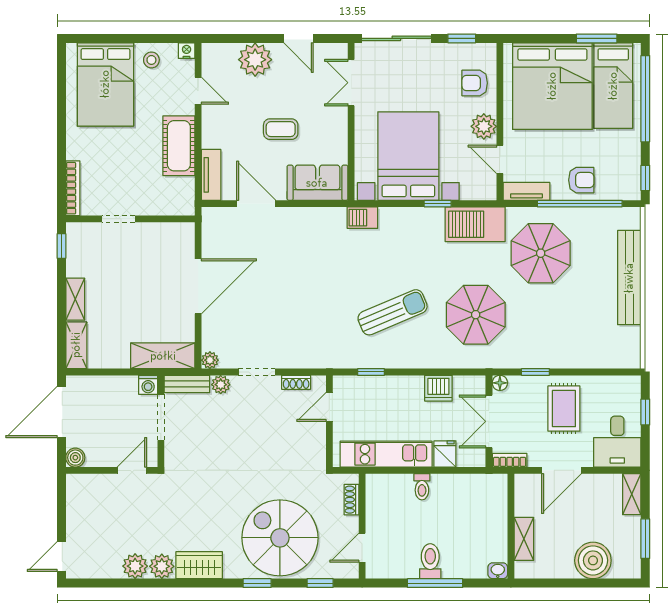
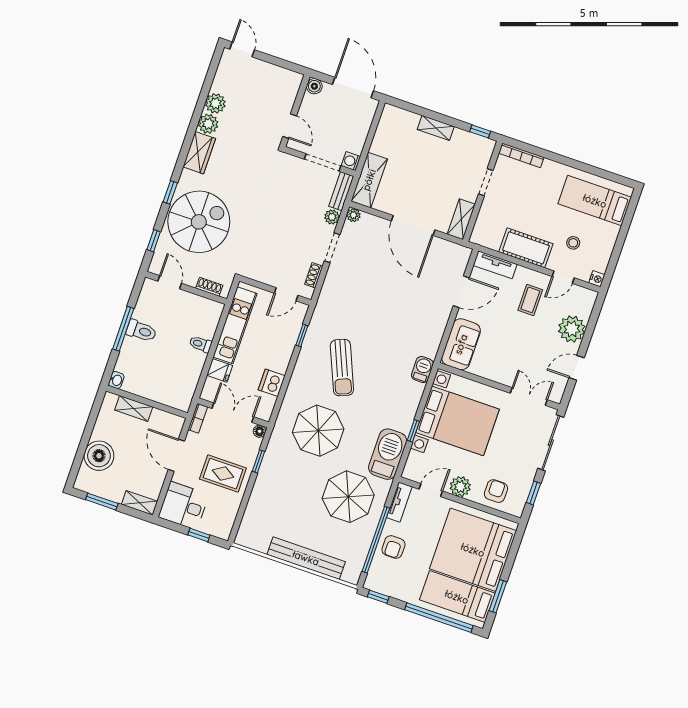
stool: (151, 60) -> (573, 243), moved
bed: (105, 84) -> (595, 201), width x0.67
coffee table: (281, 129) -> (530, 300), moved
shelving: (76, 345) -> (461, 219), moved, turned 90
door: (329, 407) -> (286, 294), swing flipped

